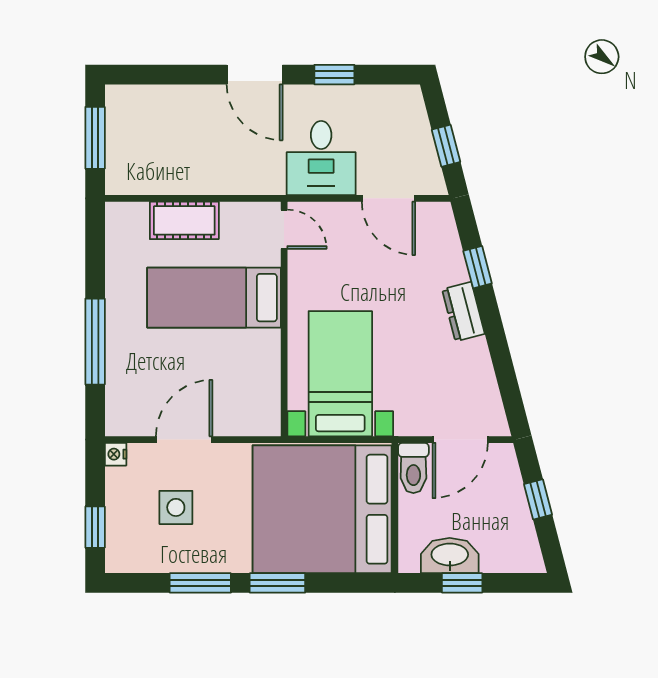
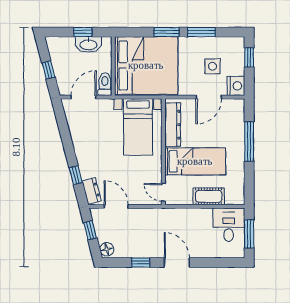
floor lamp: (409, 104) -> (107, 249), added
desk: (321, 158) -> (229, 225), moved
dresser: (463, 312) -> (92, 191), moved
dresser: (264, 379) -> (173, 125), added
nightstand: (116, 454) -> (236, 86), width x1.89, depth x1.79

